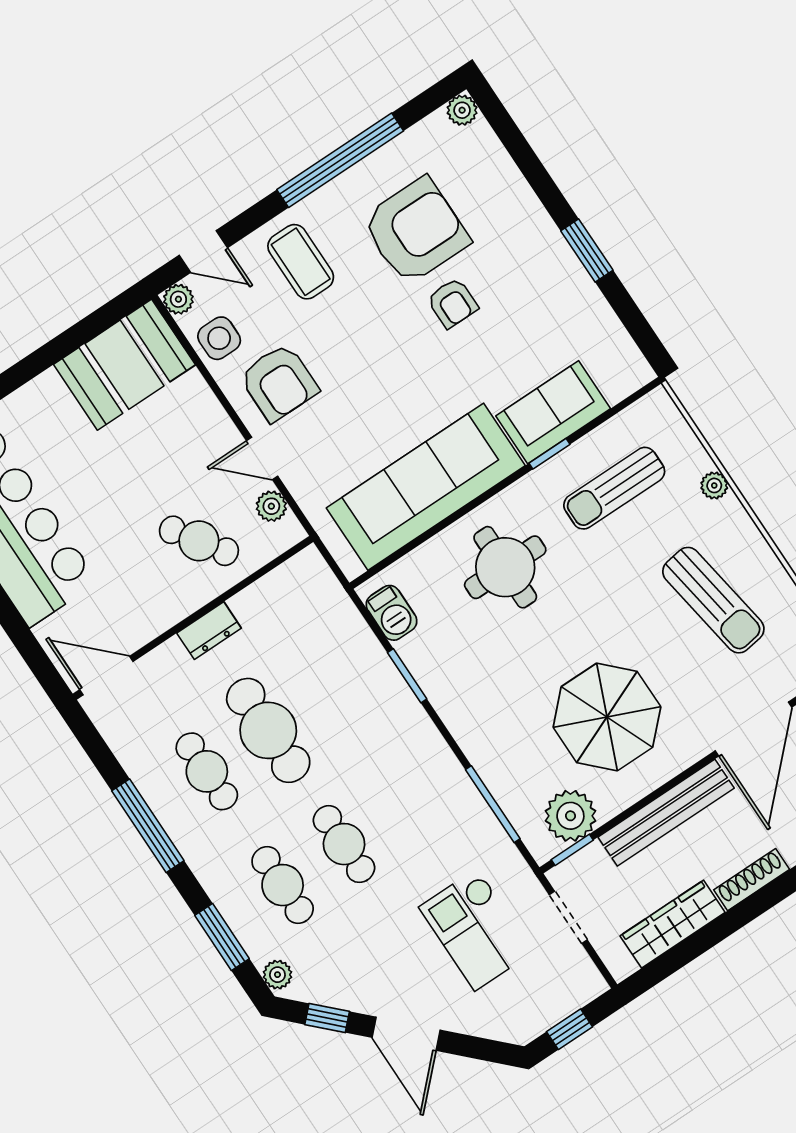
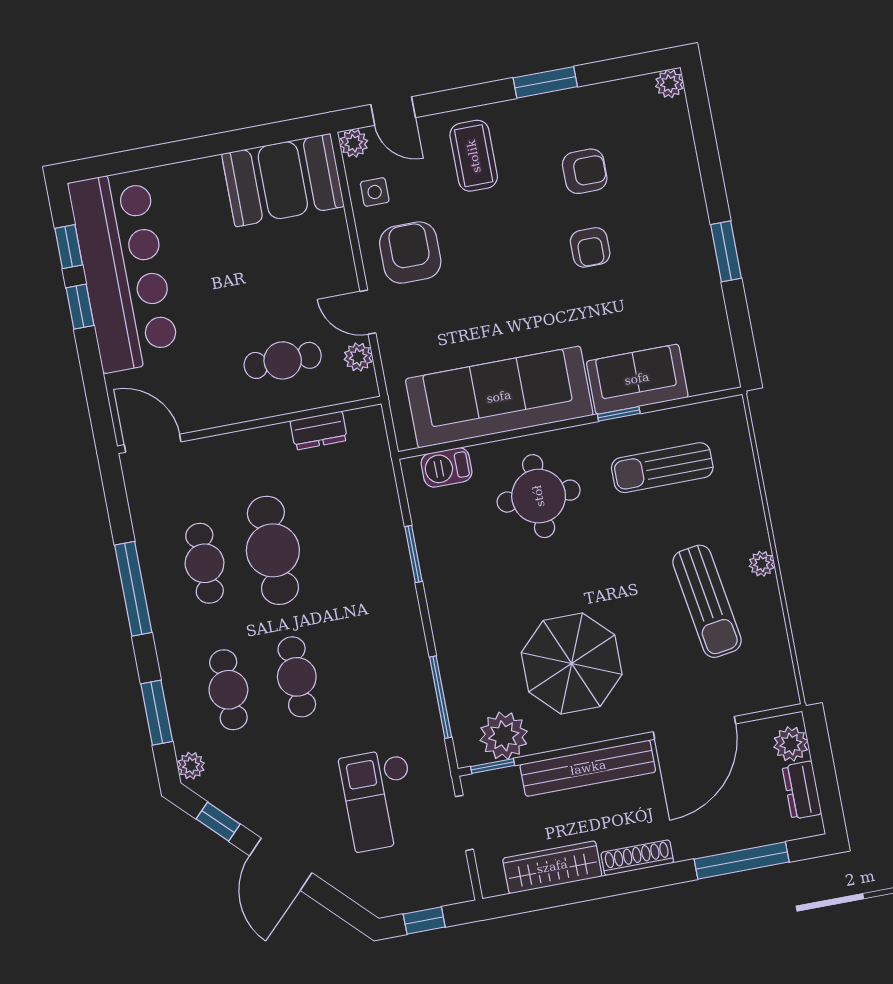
window: (340, 160) -> (545, 82), width x0.47
armchair: (416, 231) -> (585, 171), width x0.53, depth x0.53
side table: (219, 338) -> (375, 192), width x0.73, depth x0.73
armchair: (279, 383) -> (410, 253), turned 180
plant: (714, 485) -> (762, 564), moved
cafe table: (199, 541) -> (283, 360), turned -56
barbecue: (392, 613) -> (447, 467), moved, turned 90
dresser: (209, 631) -> (319, 431), moved

